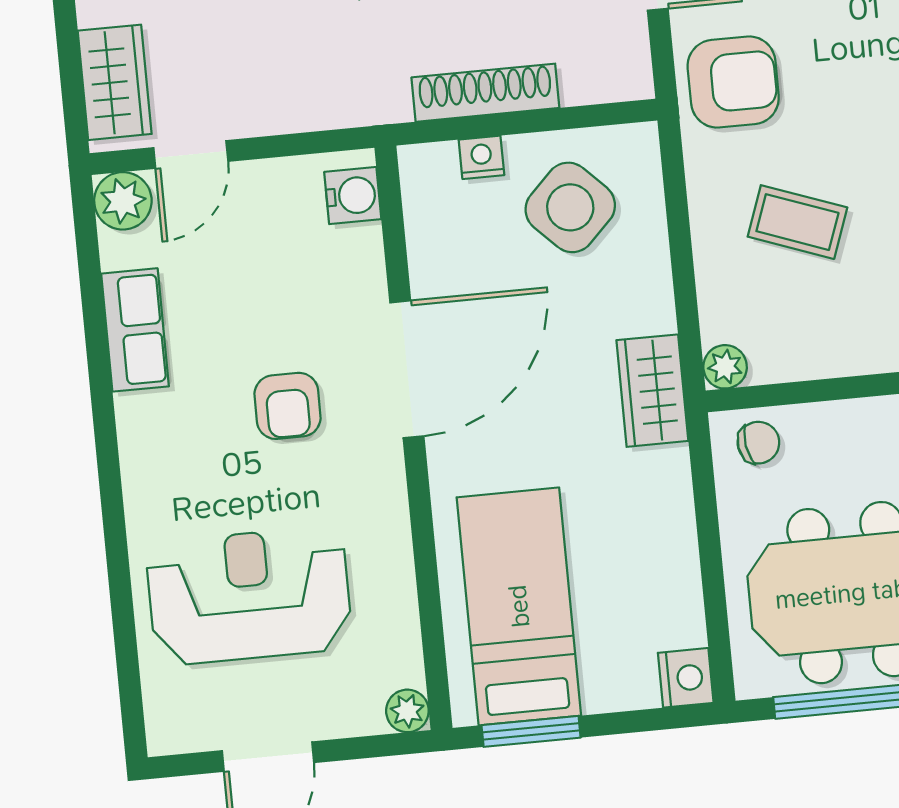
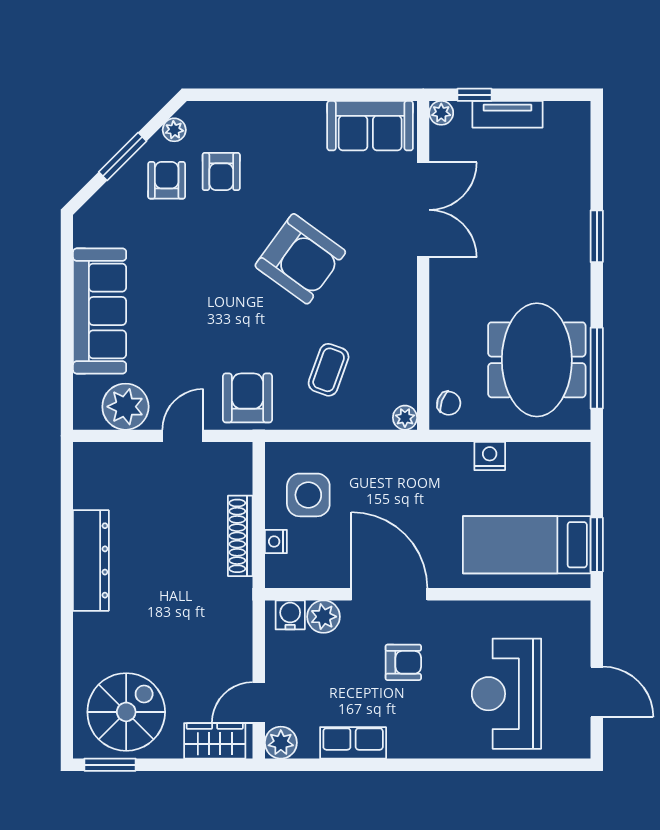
door: (191, 154) -> (259, 702), swing flipped
side table: (570, 207) -> (308, 495), turned 45
wardrobe: (652, 391) -> (414, 459), removed
chair: (758, 443) -> (449, 403), turned 119
nightstand: (686, 678) -> (490, 456), moved
plant: (407, 711) -> (324, 617), moved, width x1.38, depth x1.38

